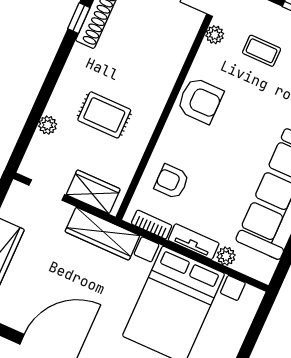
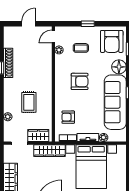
armchair: (200, 100) -> (80, 81), moved
rug: (104, 115) -> (29, 102), turned 90

